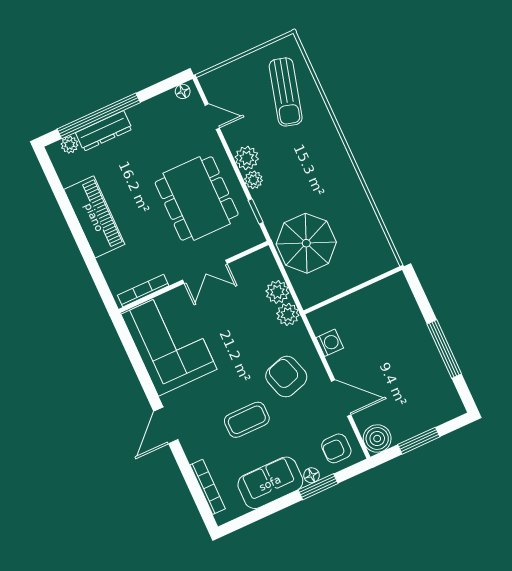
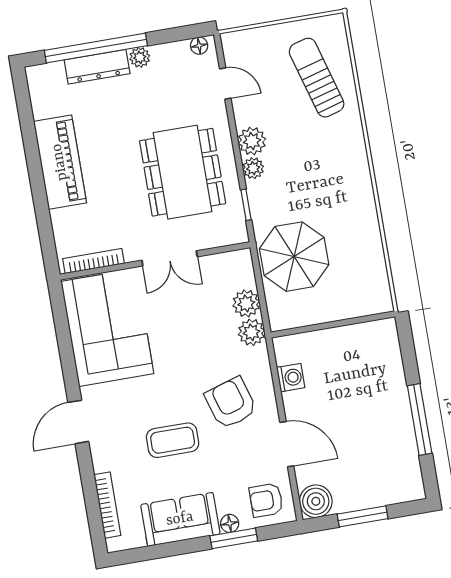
sun lounger: (286, 92) -> (317, 78), turned 149
plant: (70, 145) -> (140, 57), moved

